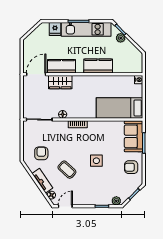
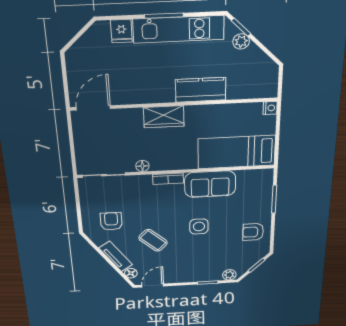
kitchen counter: (61, 66) -> (137, 93), removed
wardrobe: (60, 82) -> (164, 117), moved
sofa: (133, 136) -> (210, 184), moved, turned -90

